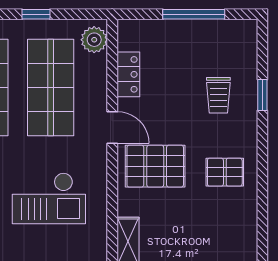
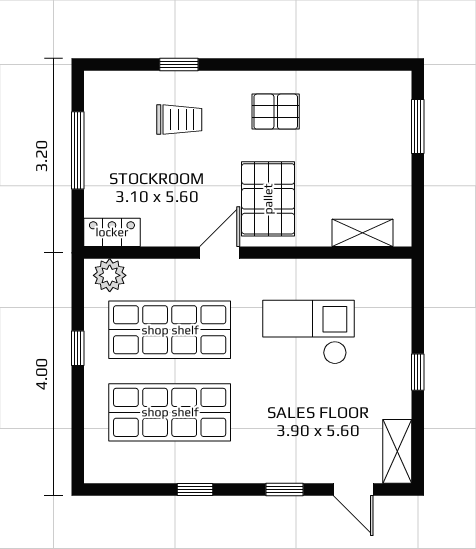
locker: (128, 74) -> (112, 232), moved
pallet: (225, 172) -> (276, 112), turned 90
checkout: (49, 198) -> (308, 332), turned -90

